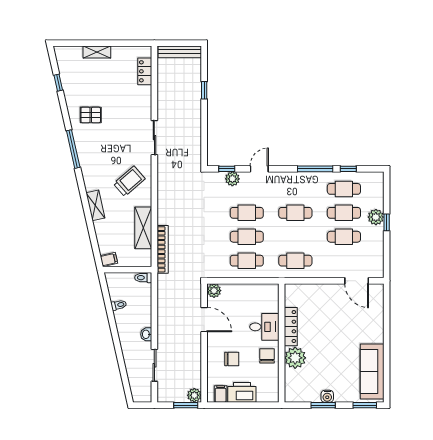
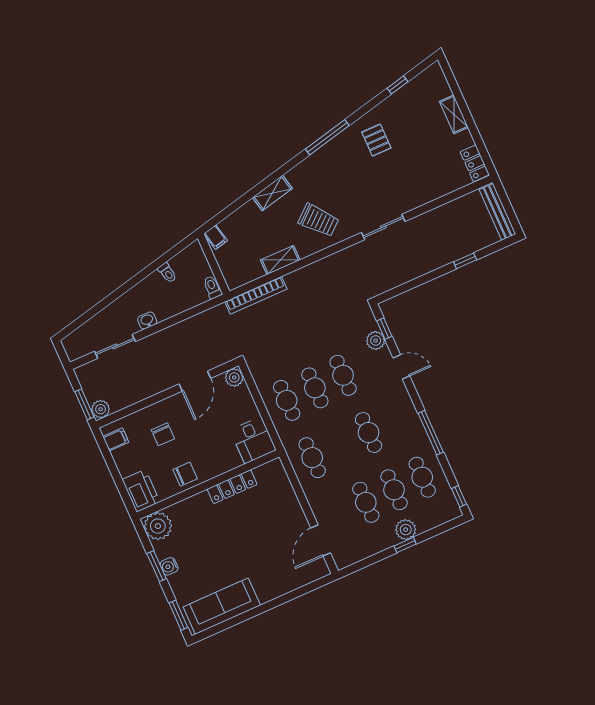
locker: (145, 71) -> (475, 163), moved, turned -90
window: (348, 169) -> (459, 496), moved
shelving: (143, 228) -> (280, 260), width x0.67, depth x0.75
desk: (264, 327) -> (253, 440), moved
plant: (295, 358) -> (158, 526), moved
printer: (242, 392) -> (141, 491), moved

